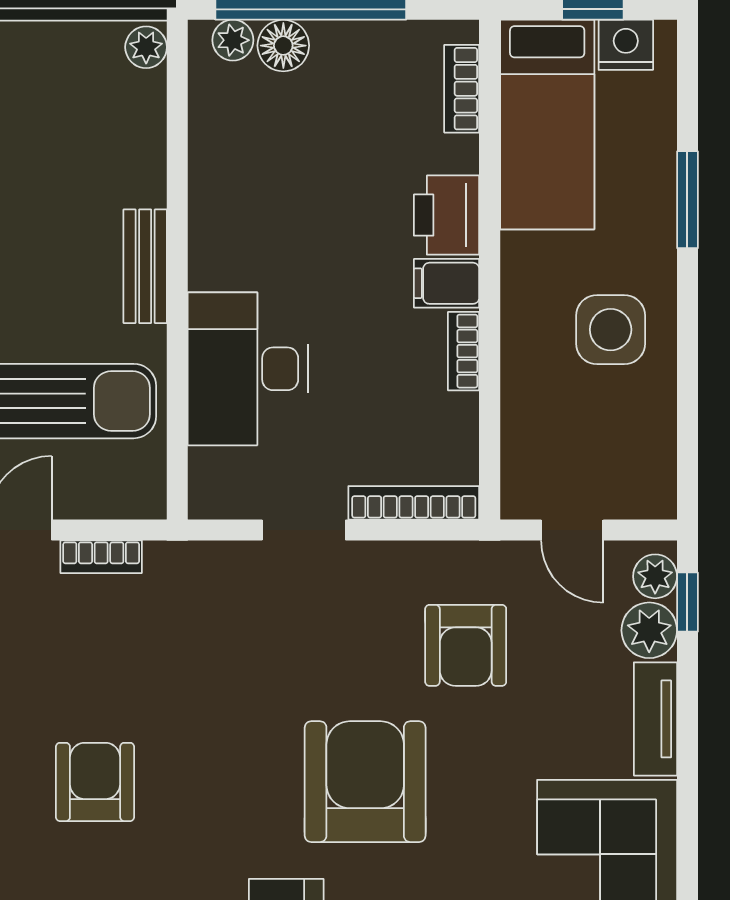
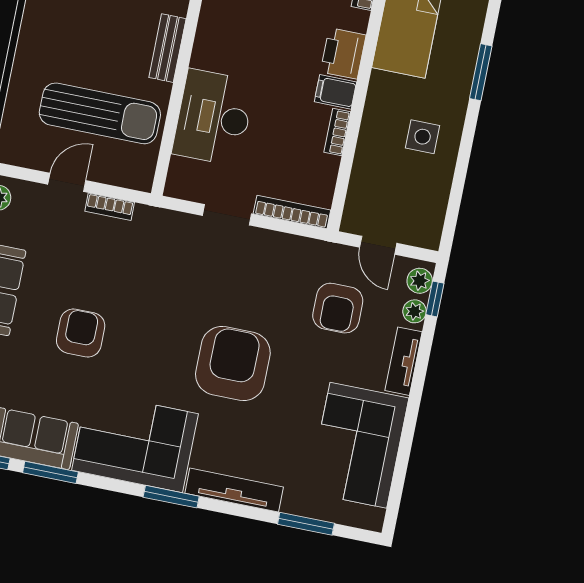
side table: (611, 330) -> (423, 137), width x0.73, depth x0.73
plant: (649, 630) -> (414, 311), width x0.73, depth x0.73
armchair: (466, 645) -> (338, 308), moved

